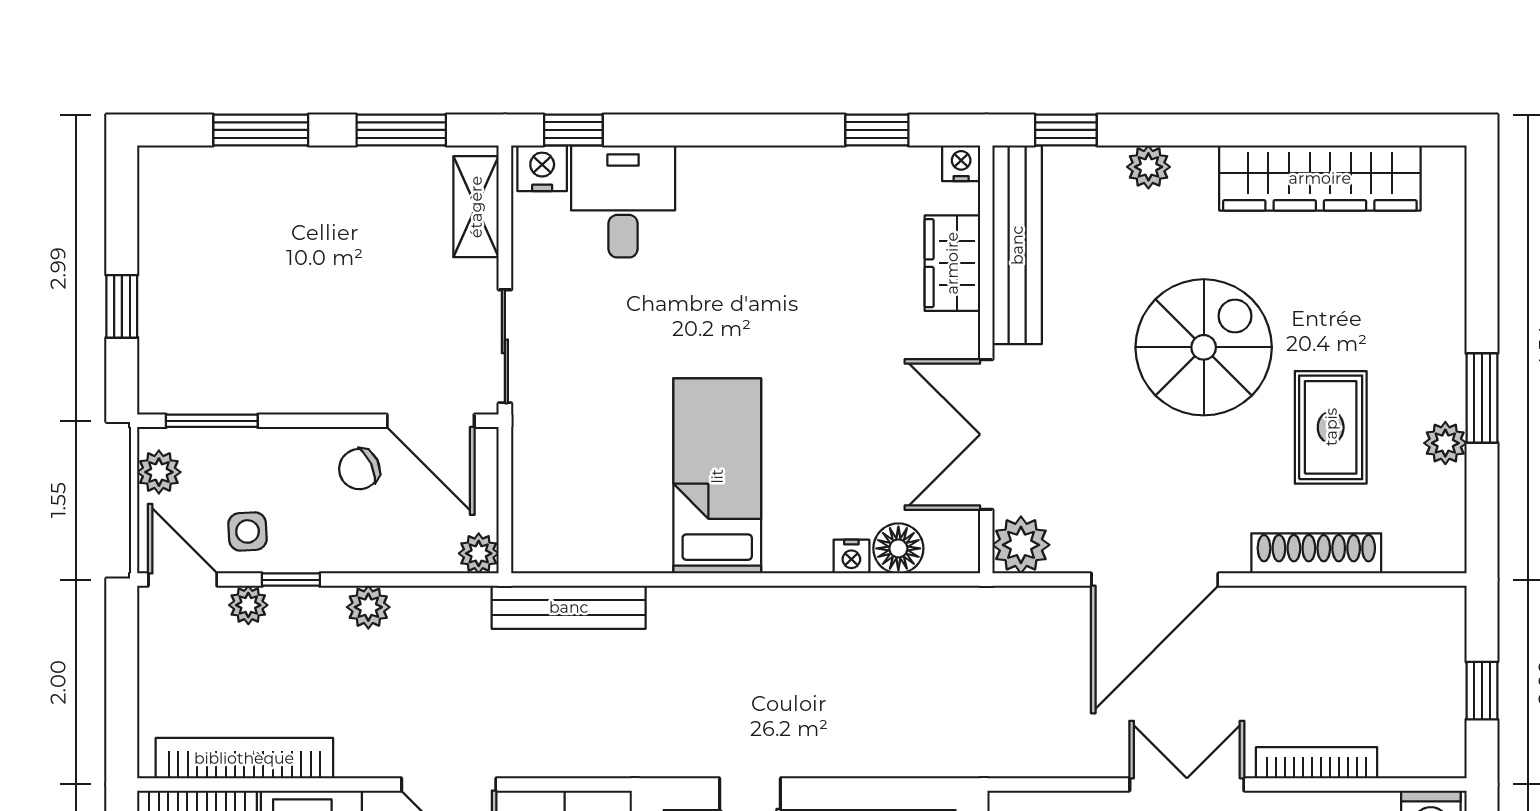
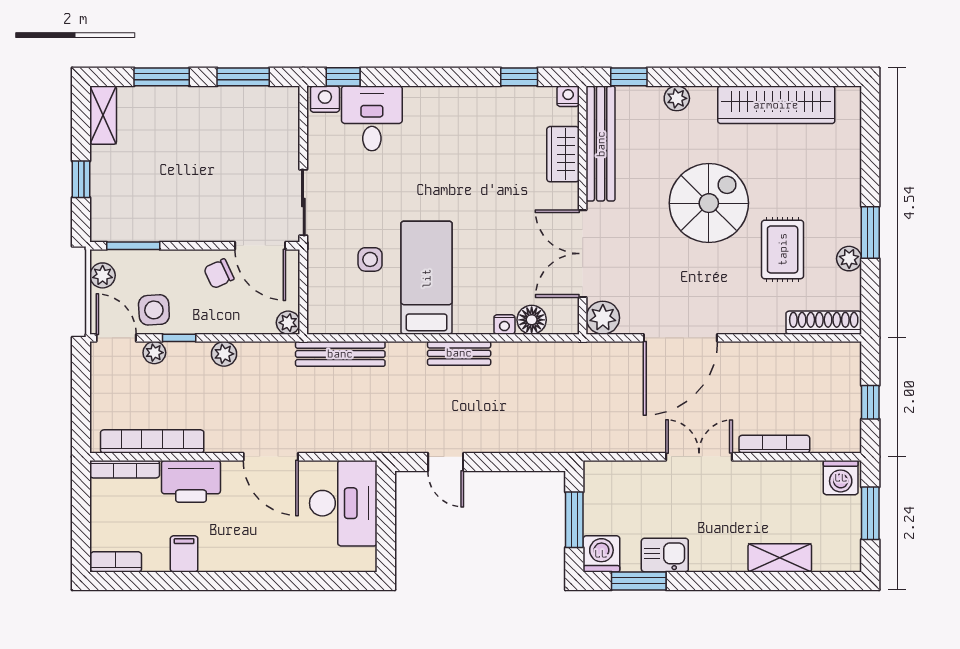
shelving: (476, 207) -> (103, 115), moved
side table: (620, 445) -> (370, 259), added
side table: (248, 531) -> (154, 310), width x1.37, depth x1.37
shoe rack: (1316, 553) -> (824, 323), moved
bench: (773, 606) -> (459, 353), added

